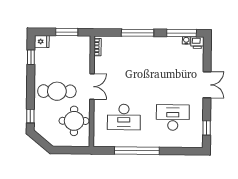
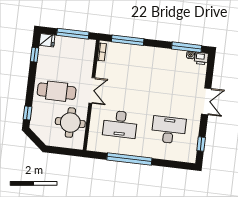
window: (67, 32) -> (73, 34), width x1.44
window: (138, 33) -> (128, 40), moved

